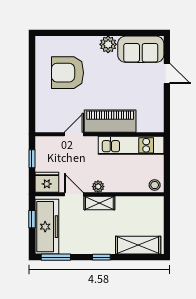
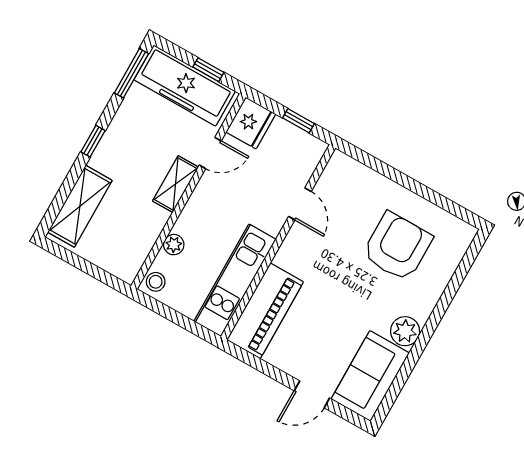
piano: (110, 121) -> (265, 311), moved
plant: (98, 187) -> (174, 245), moved

